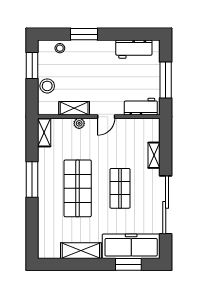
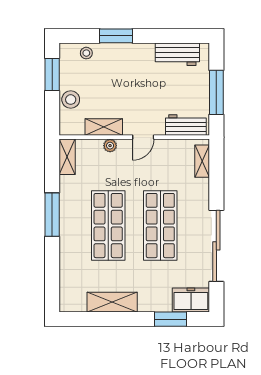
shelving: (154, 155) -> (202, 161), moved
shop shelf: (120, 188) -> (160, 226), width x1.43, depth x1.36
freezer: (131, 246) -> (191, 300), width x0.52, depth x0.79

